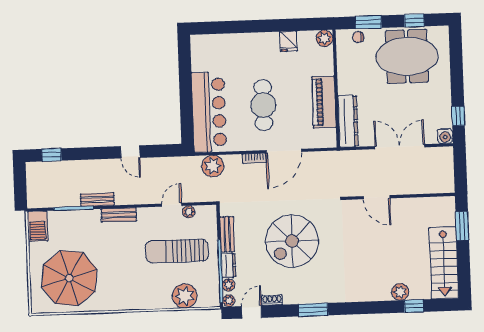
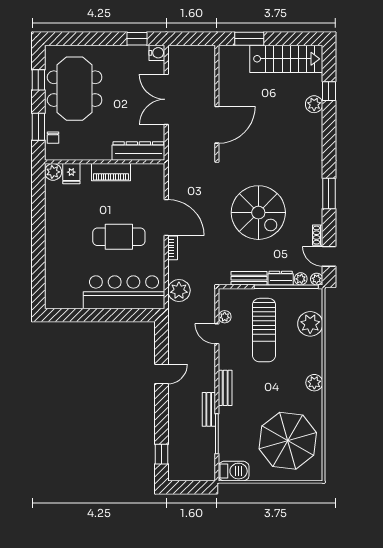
fridge: (288, 41) -> (71, 174), moved, turned 90
piano: (324, 102) -> (111, 172), width x0.73, depth x0.75
door: (377, 197) -> (217, 125), width x1.36
plant: (127, 302) -> (314, 383), added

